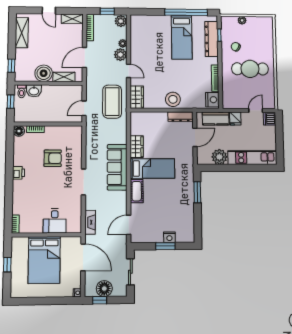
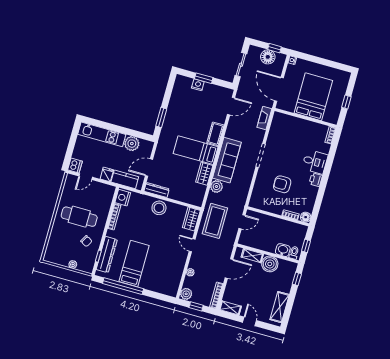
plant: (120, 55) -> (216, 187), moved
desk: (55, 221) -> (315, 162), moved, turned 90

